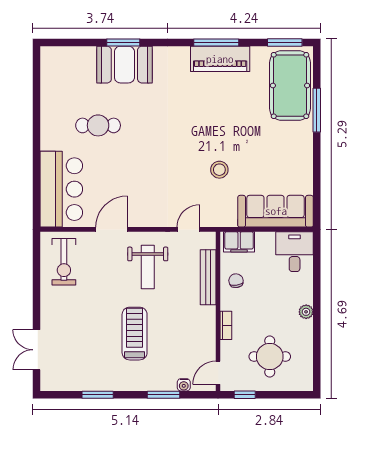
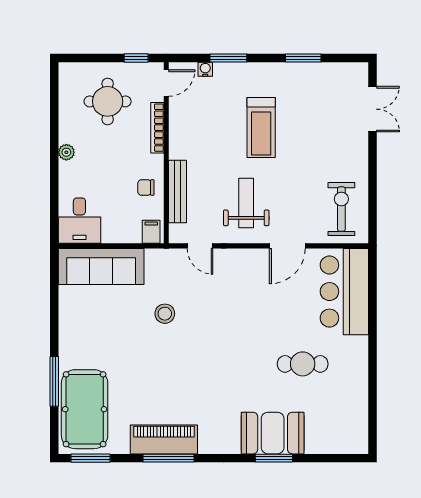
door: (188, 229) -> (200, 246), hinge flipped
filing cabinet: (239, 242) -> (151, 232), width x0.50
chair: (236, 281) -> (146, 188), turned 98
bookcase: (226, 325) -> (157, 128), width x1.56

